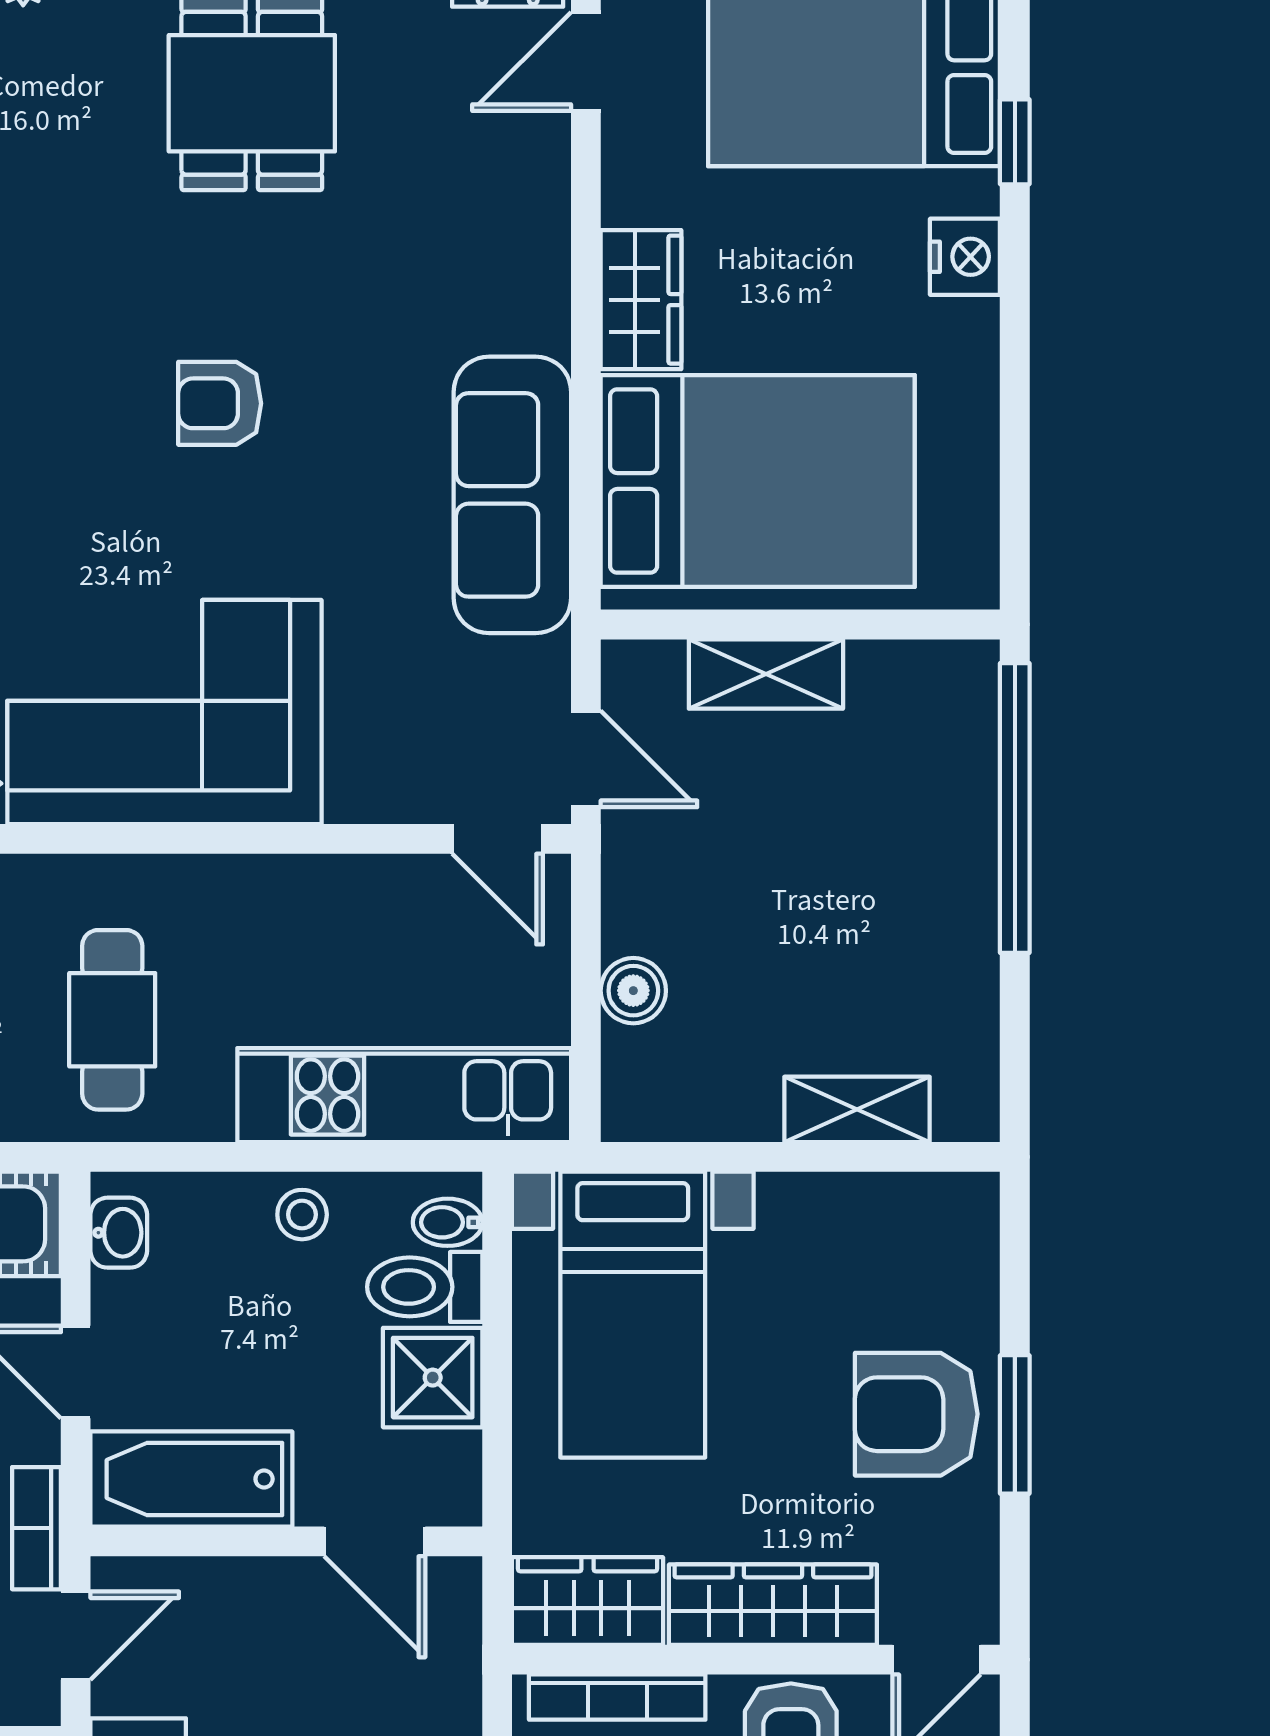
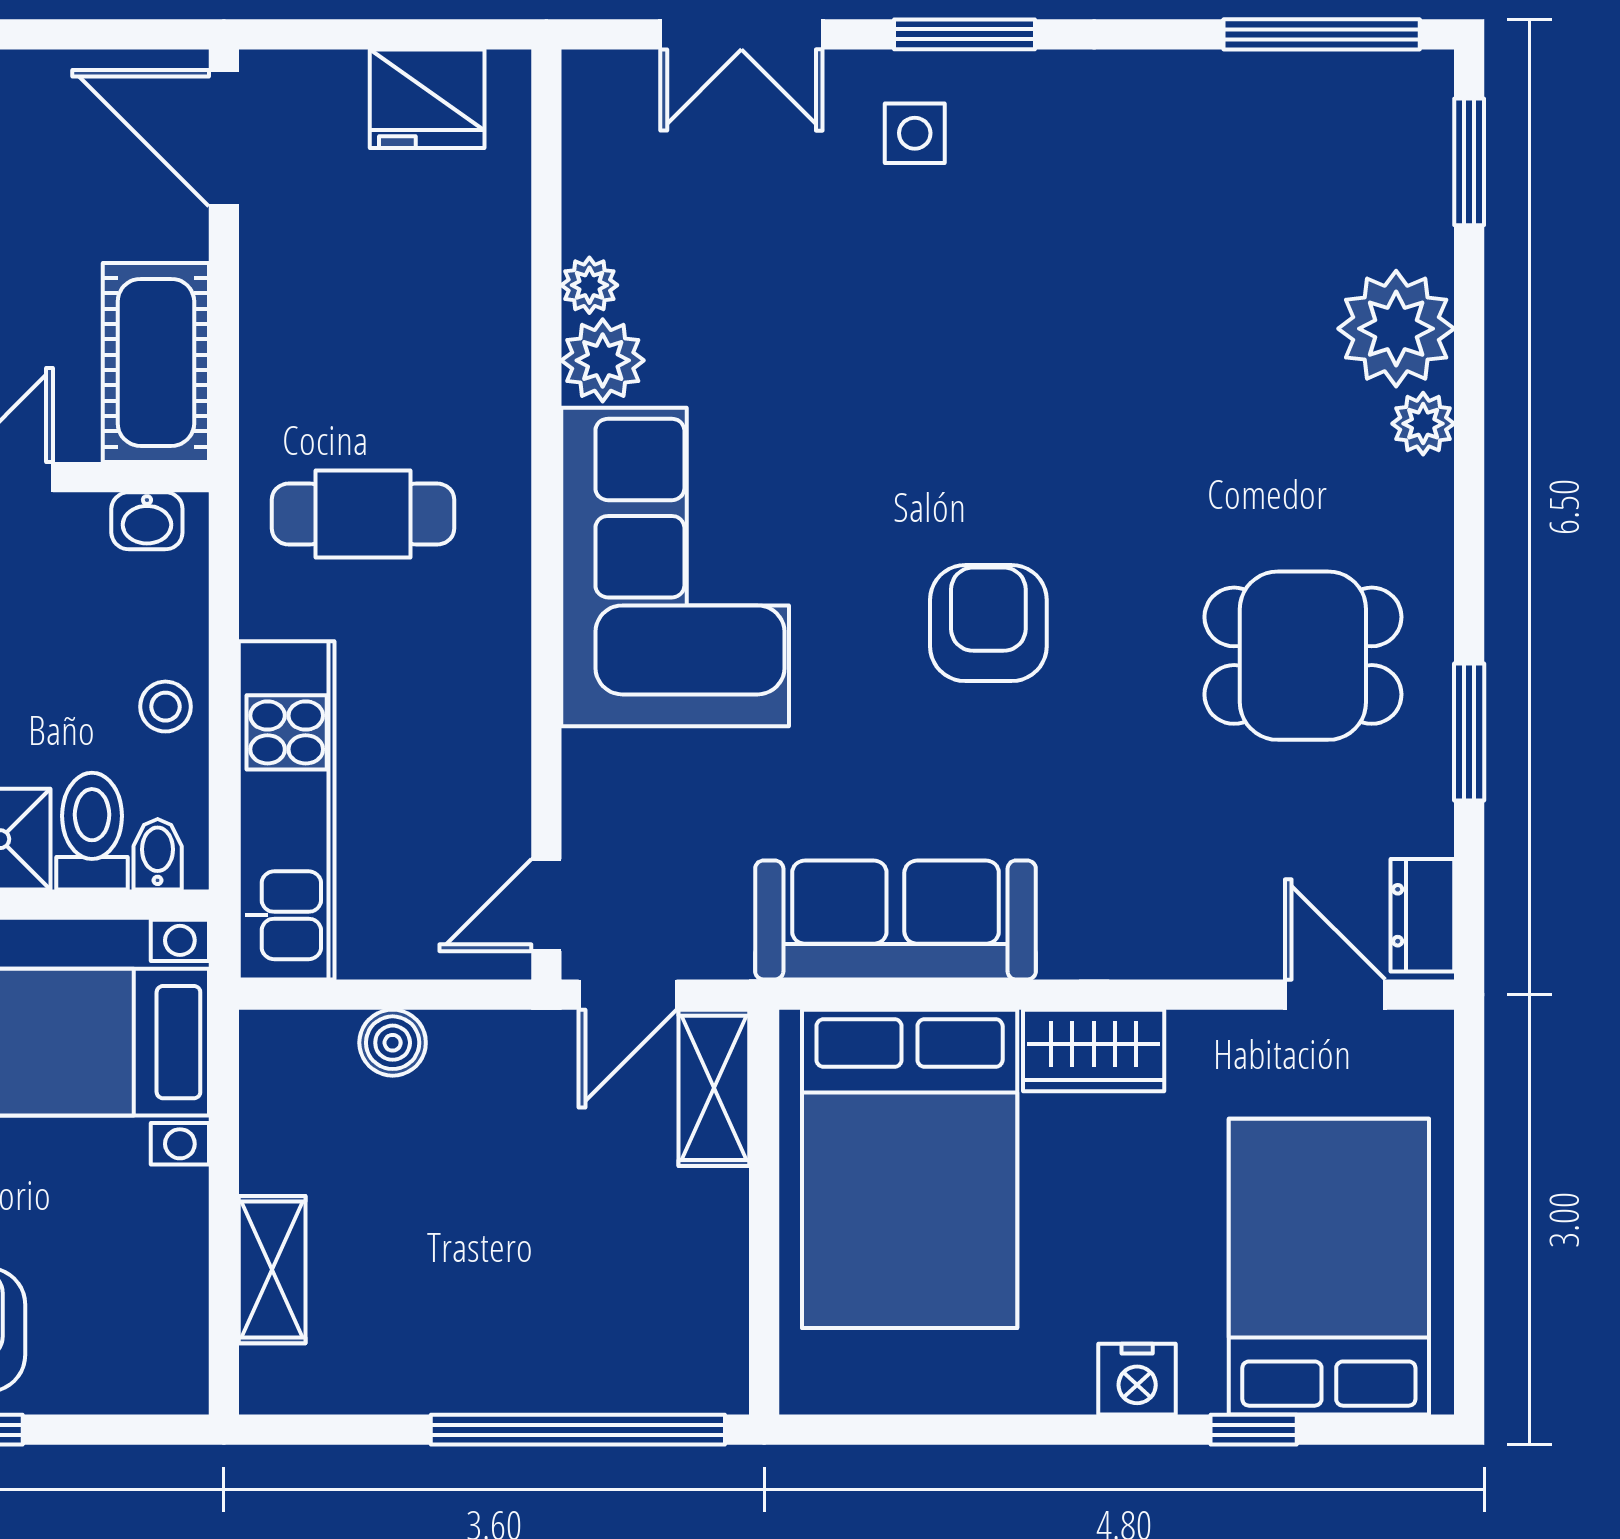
armchair: (220, 403) -> (988, 623), width x1.38, depth x1.38
shelving: (766, 674) -> (714, 1088), moved

